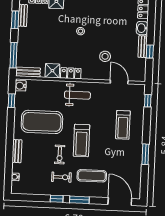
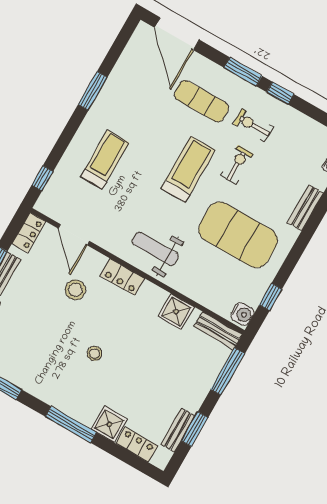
locker: (141, 72) -> (29, 232), added
locker: (71, 73) -> (122, 277), moved

